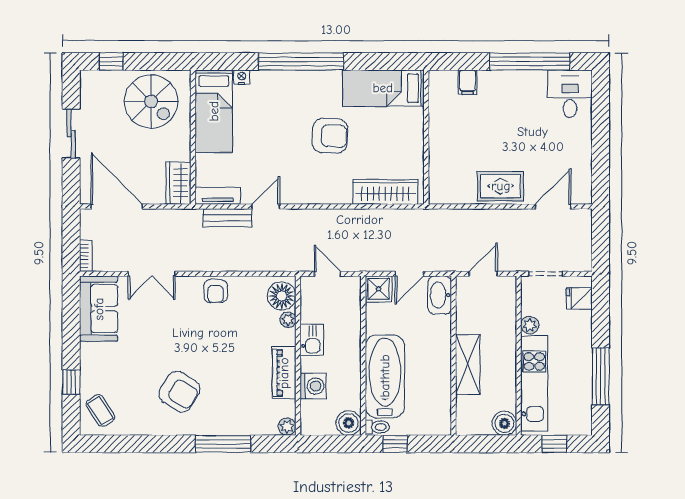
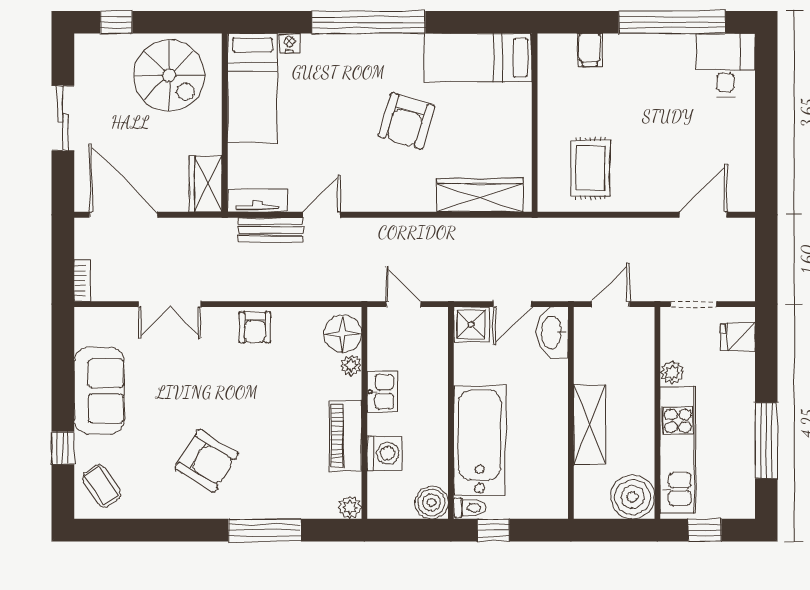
armchair: (330, 136) -> (407, 121), turned 104
rug: (501, 186) -> (590, 168), moved, turned 90
sofa: (99, 309) -> (99, 391), moved
boiler: (504, 423) -> (633, 497), width x1.37, depth x1.37

